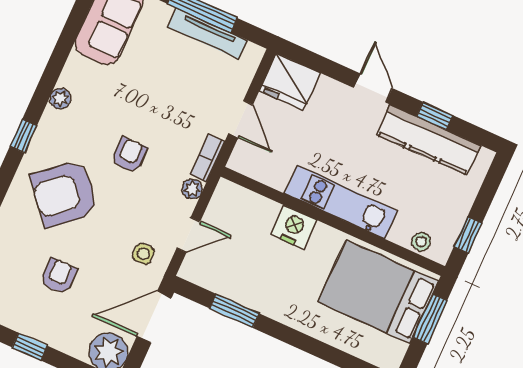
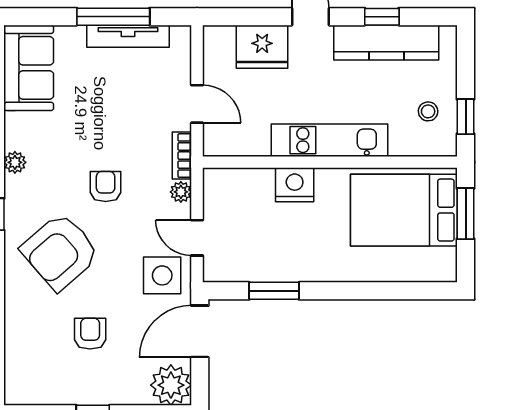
fridge: (290, 82) -> (262, 47), moved
door: (188, 235) -> (197, 238), swing flipped
stool: (421, 242) -> (428, 111), moved
side table: (144, 254) -> (162, 275), width x1.87, depth x1.87

